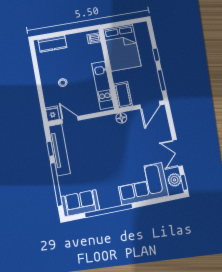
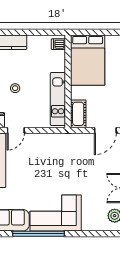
floor lamp: (121, 118) -> (71, 139), removed
door: (70, 120) -> (16, 130), swing flipped
corner sofa: (142, 184) -> (56, 213), moved

